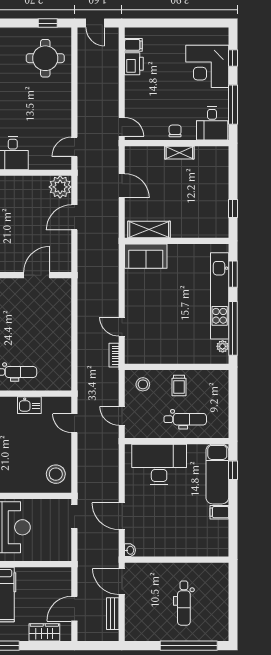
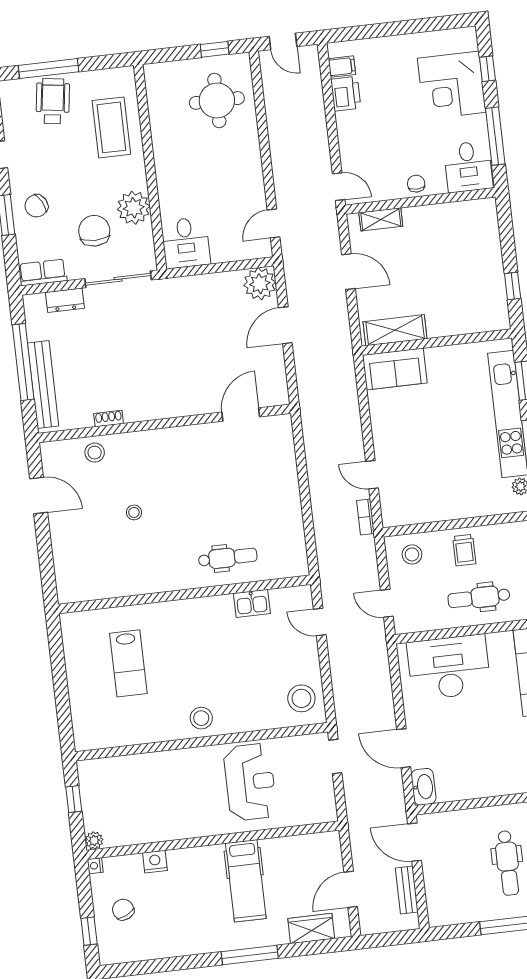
shelving: (179, 153) -> (381, 219), moved
dental chair: (185, 419) -> (479, 598), turned 180
washbasin: (130, 550) -> (424, 787), width x1.91, depth x1.45

